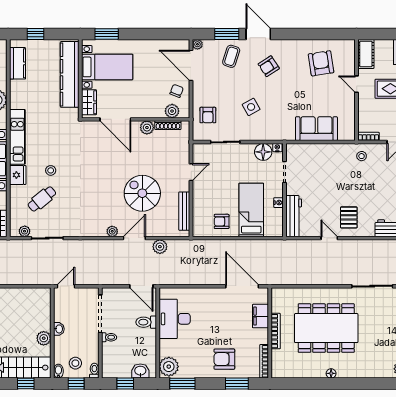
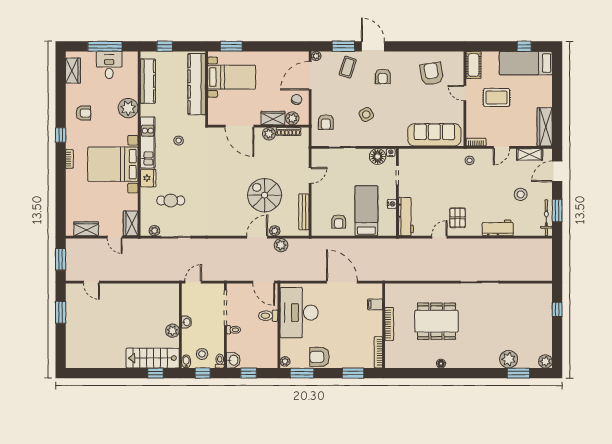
kitchen counter: (17, 63) -> (148, 81), width x1.50
door: (191, 65) -> (310, 76), hinge flipped
armchair: (269, 66) -> (383, 76), turned -57
wardrobe: (89, 102) -> (273, 118), moved, turned -90
sofa: (316, 129) -> (434, 135), width x1.36
stool: (51, 170) -> (179, 141), moved
cafe table: (42, 199) -> (171, 201), turned 39
armchair: (222, 221) -> (339, 222), turned -90
plant: (112, 231) -> (275, 231), moved
door: (329, 238) -> (439, 237), hinge flipped
door: (242, 286) -> (342, 282), moved
filing cabinet: (261, 316) -> (375, 304), width x0.50
desk: (175, 319) -> (299, 313), width x1.36, depth x1.30
dining table: (326, 328) -> (436, 321), width x0.73, depth x0.80
armchair: (224, 359) -> (320, 357), moved
plant: (169, 367) -> (285, 361), width x0.53, depth x0.53
washbasin: (140, 371) -> (233, 360), moved, turned 90

